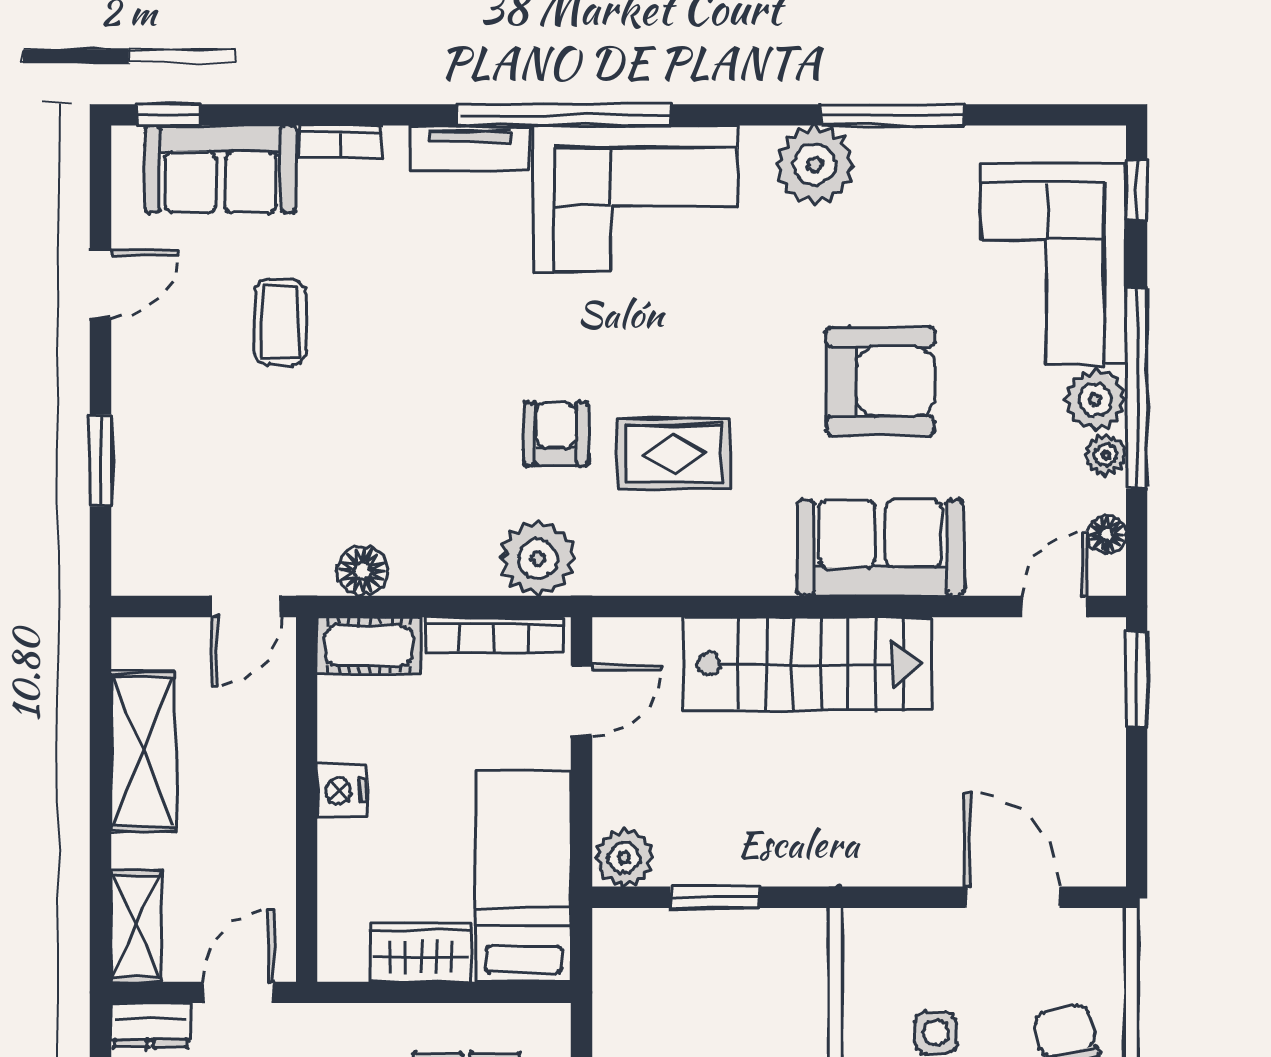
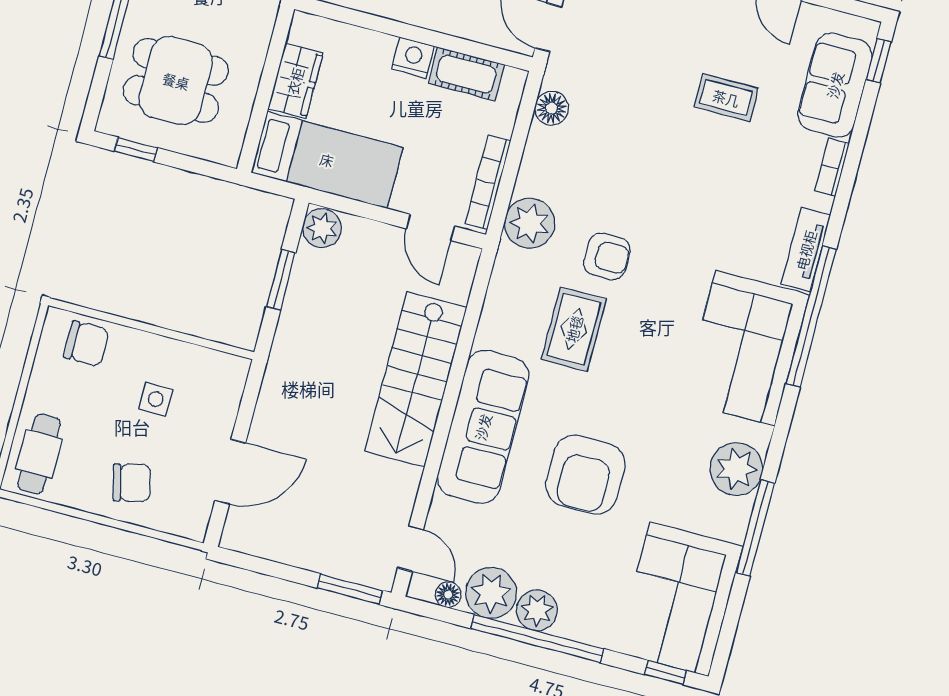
corner sofa: (1054, 264) -> (679, 599), moved, turned -90
plant: (1106, 455) -> (491, 593), width x1.87, depth x1.87
sofa: (880, 548) -> (483, 427), width x1.36
cot: (369, 645) -> (466, 74), moved, turned 90

